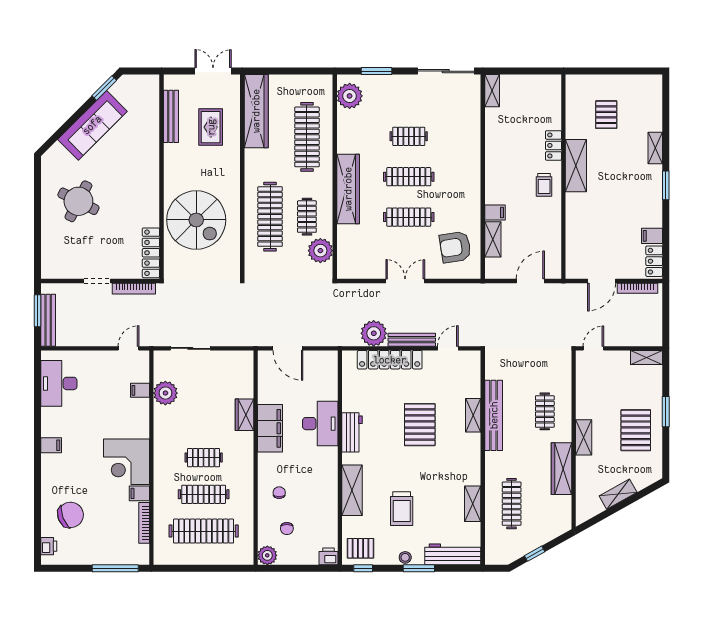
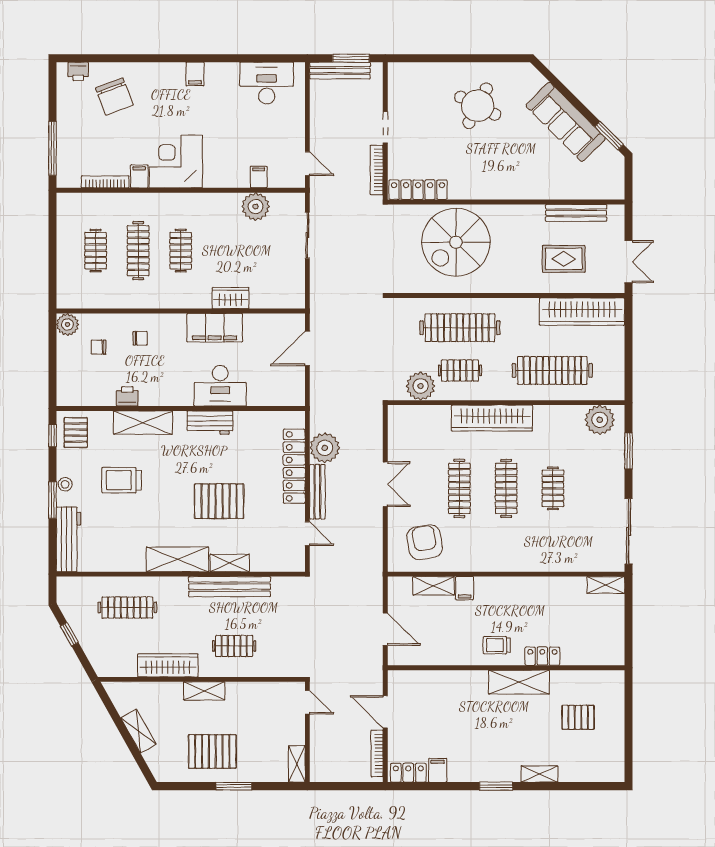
shelving: (473, 504) -> (177, 559), moved, width x1.50, depth x1.33
clothes rail: (204, 531) -> (96, 251), width x0.54, depth x0.76
printer: (328, 556) -> (127, 396), moved, turned -90

